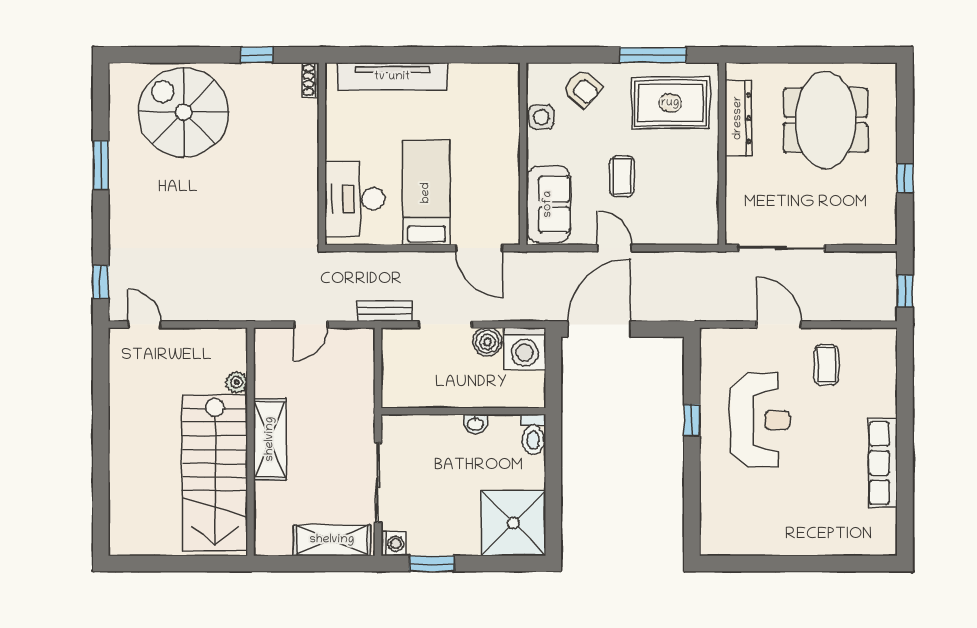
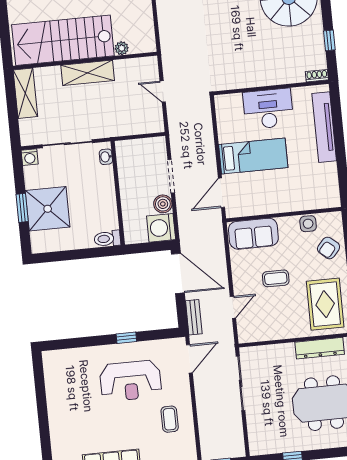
desk: (355, 199) -> (268, 109), moved
door: (615, 248) -> (233, 307), moved
bench: (385, 311) -> (194, 317), moved
door: (779, 324) -> (189, 359), moved
coffee table: (826, 365) -> (170, 419), turned 90
washbasin: (476, 424) -> (106, 157), moved
shower: (513, 523) -> (48, 209), moved
shelving: (332, 540) -> (25, 93), moved
window: (432, 563) -> (22, 208), moved

